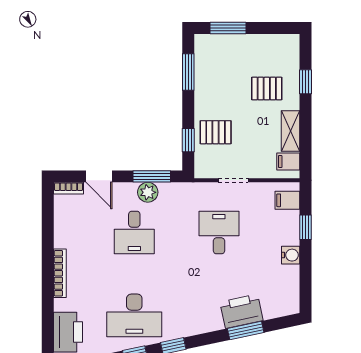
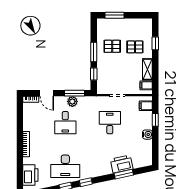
window: (188, 72) -> (94, 52), moved
pallet: (216, 132) -> (112, 46), moved

